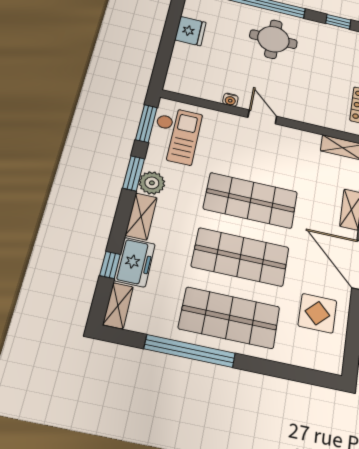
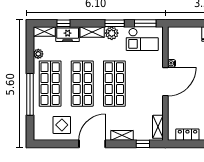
door: (262, 117) -> (165, 82), width x1.88
plant: (163, 328) -> (38, 54), added
window: (190, 351) -> (30, 94), moved

